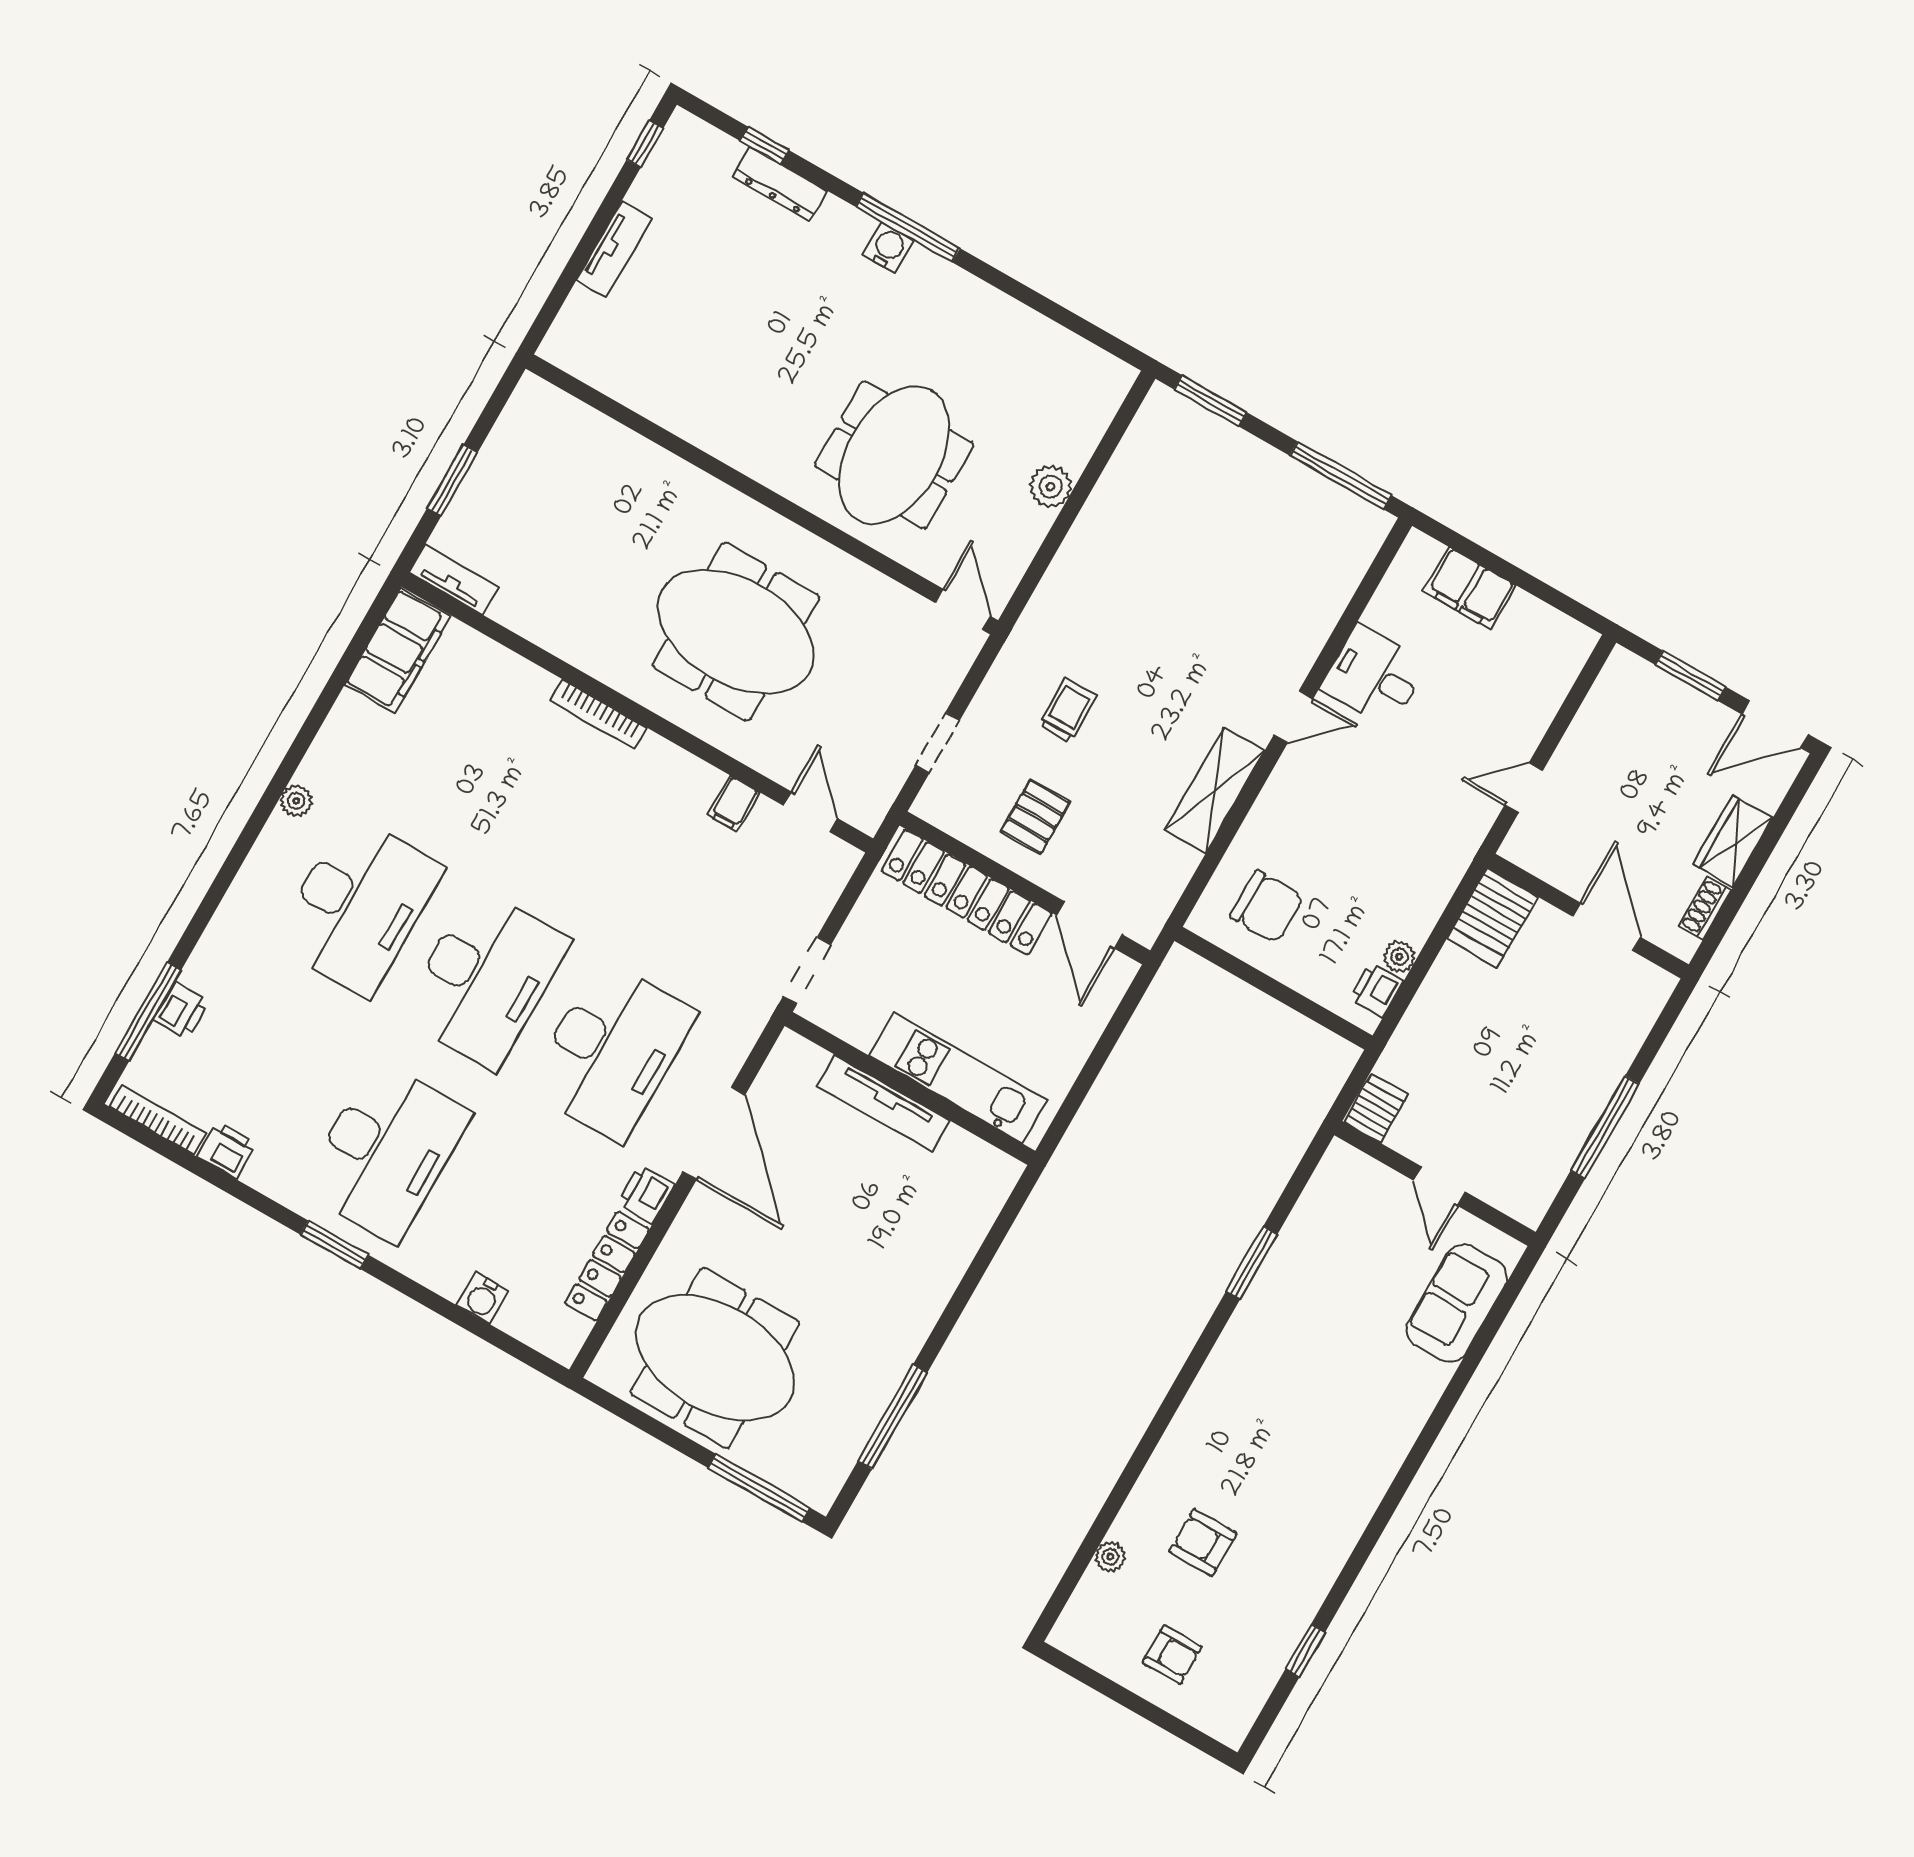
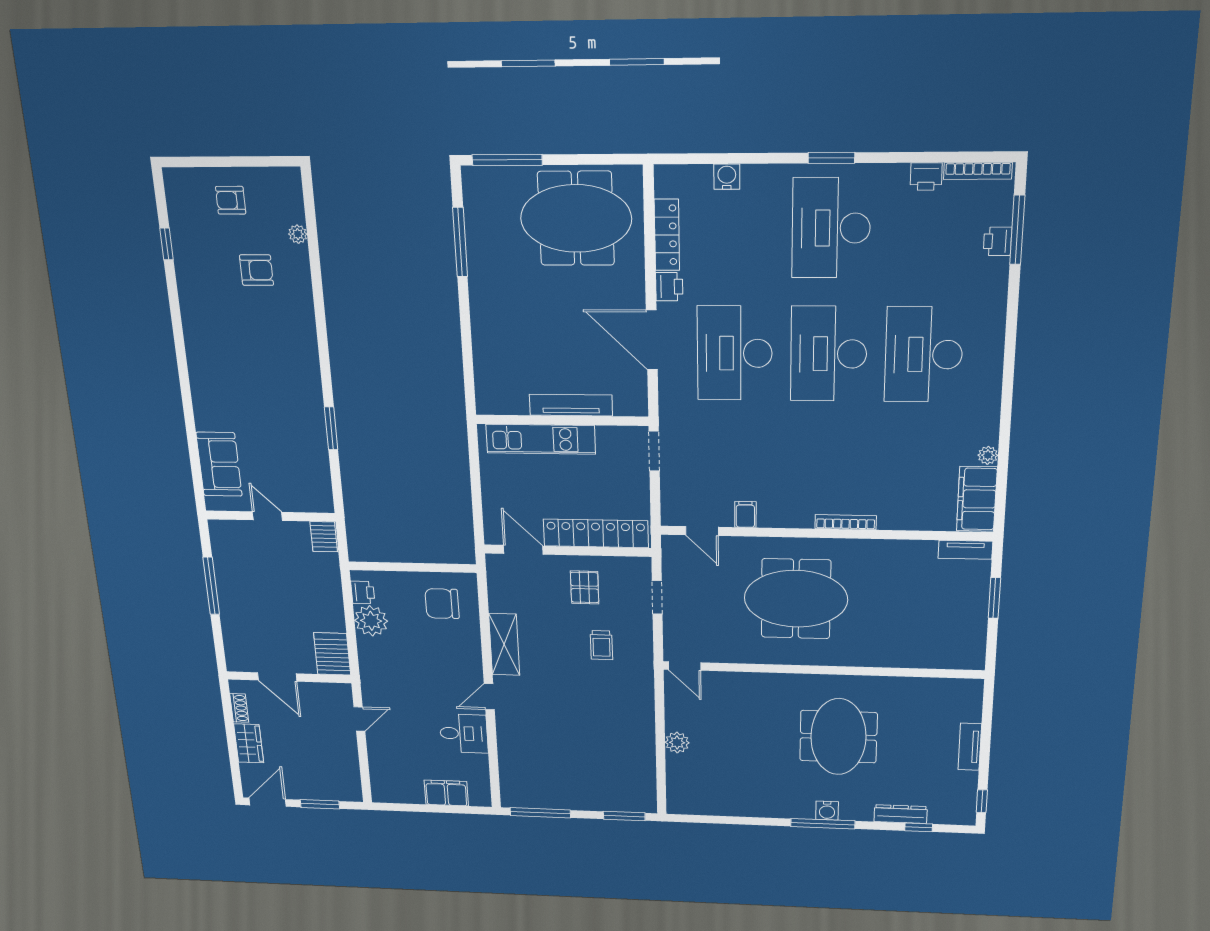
meeting table: (894, 455) -> (838, 737), moved
plant: (296, 801) -> (988, 455), moved
plant: (1399, 957) -> (371, 621), width x1.88, depth x1.88

